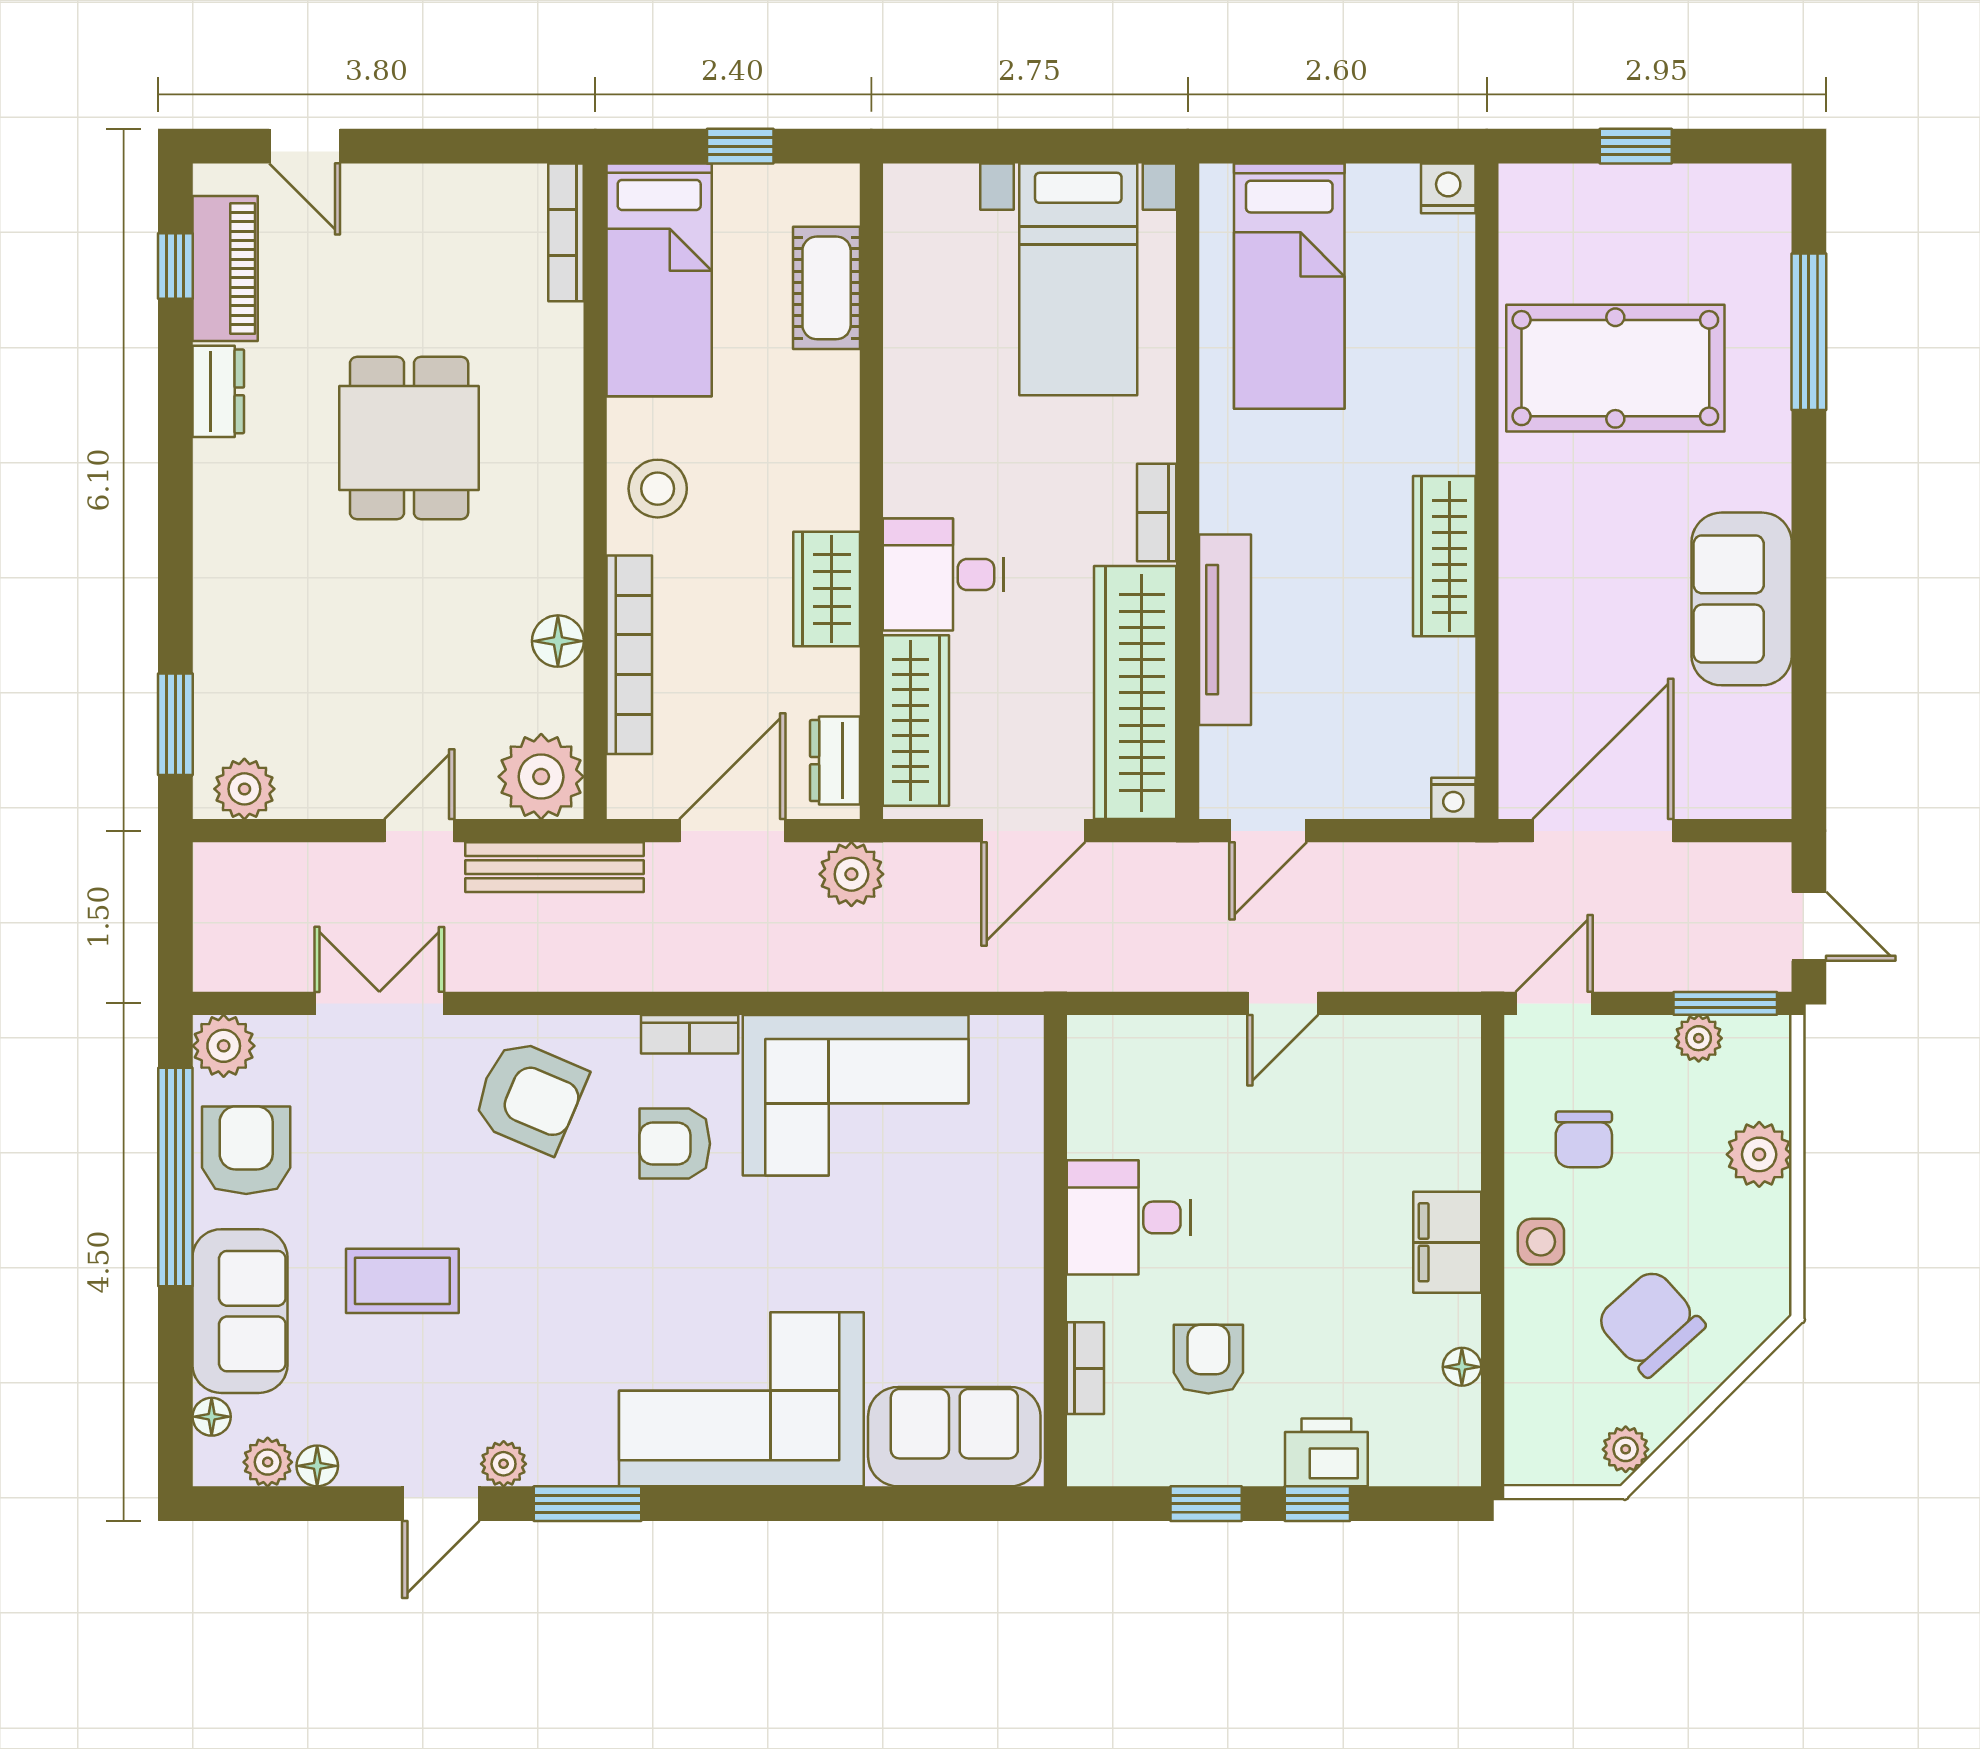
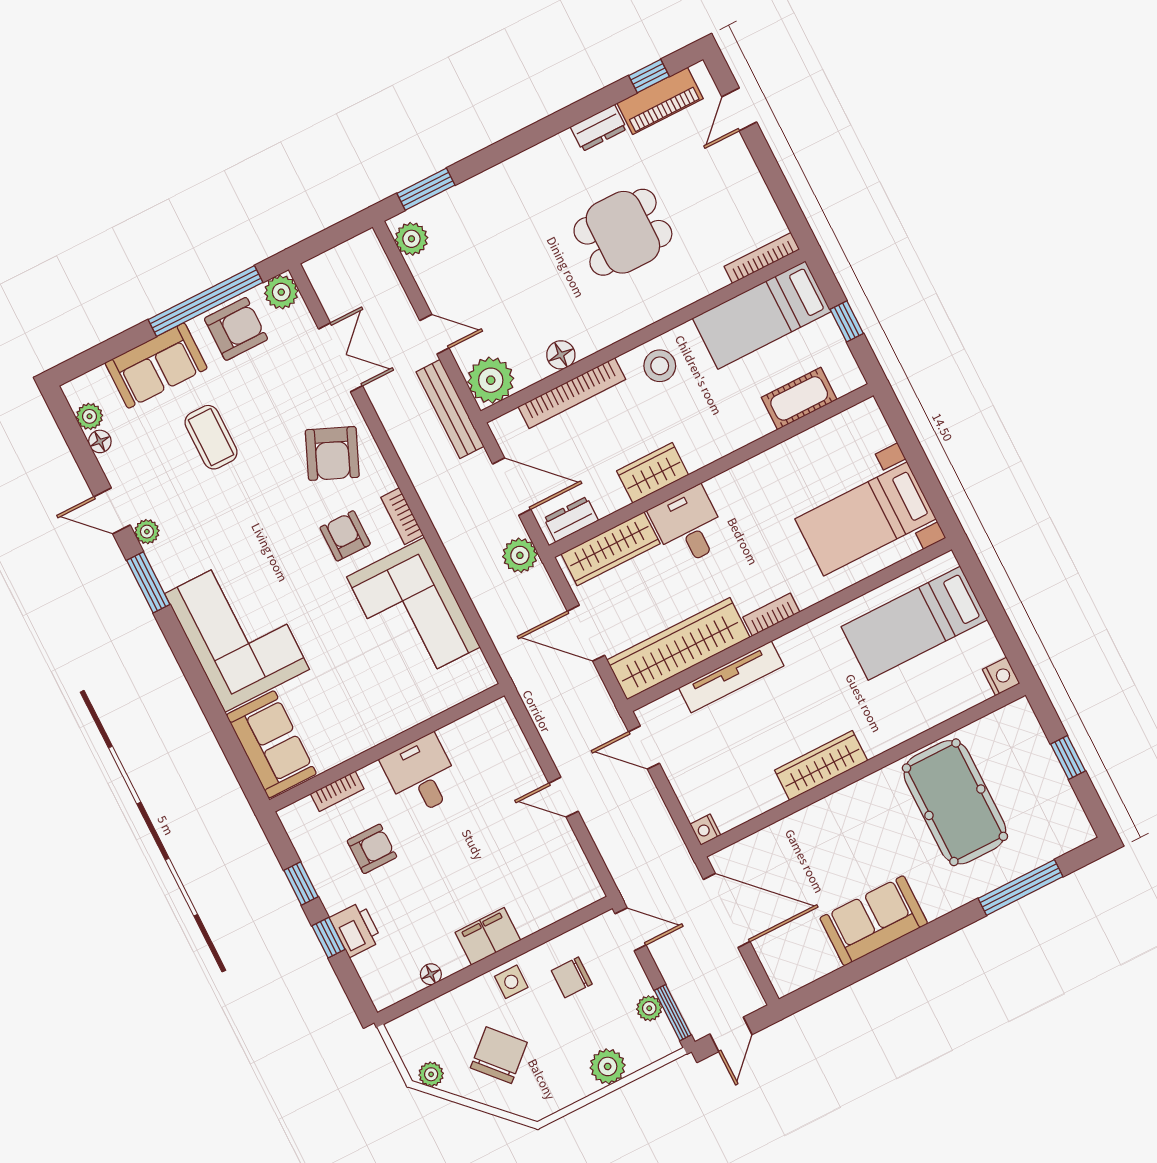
floor lamp: (212, 1417) -> (98, 378), removed

